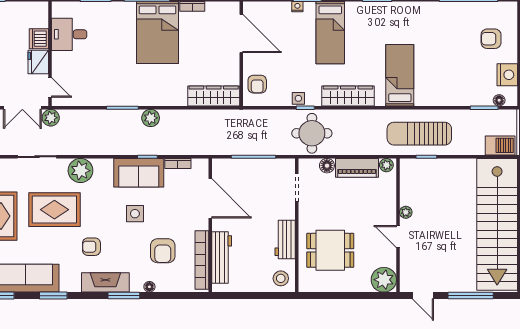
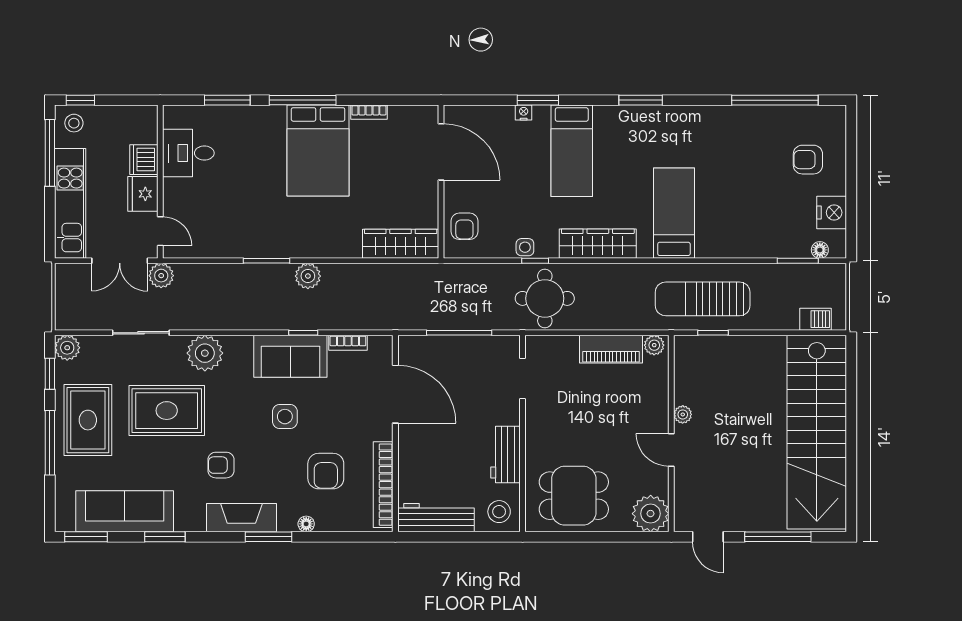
barbecue: (500, 145) -> (815, 319), width x0.73, depth x0.79
floor lamp: (327, 166) -> (567, 346), removed
dining table: (330, 250) -> (574, 496), moved
workbench: (222, 257) -> (436, 518), moved, turned -90

